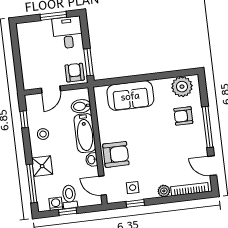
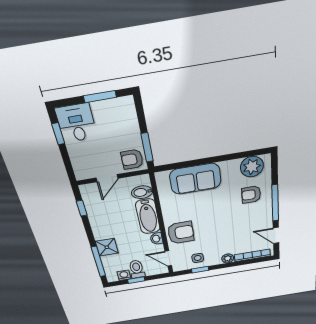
desk: (68, 33) -> (76, 123), moved
window: (15, 45) -> (58, 134), added
armchair: (75, 73) -> (132, 159), turned -90
stool: (43, 134) -> (104, 220), removed

